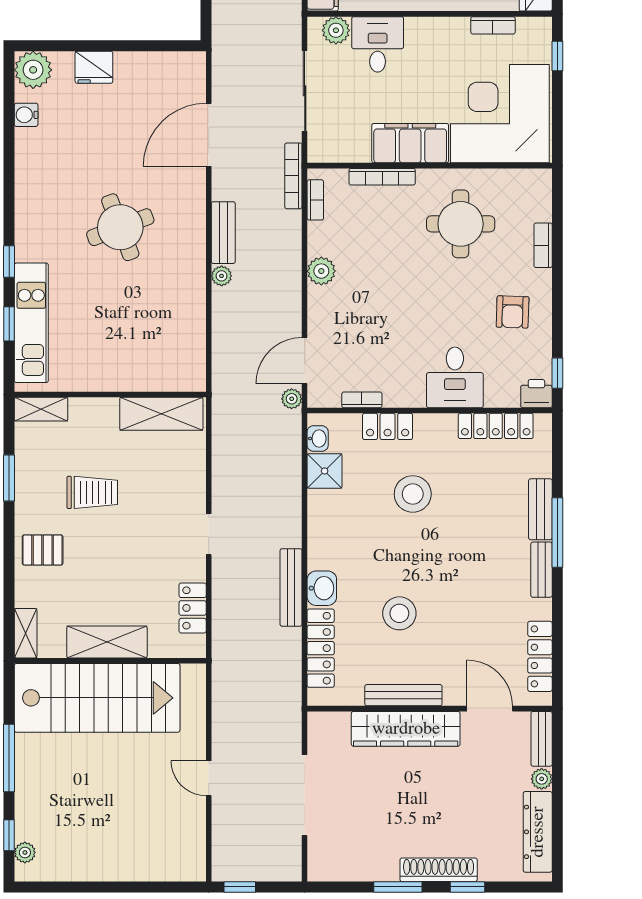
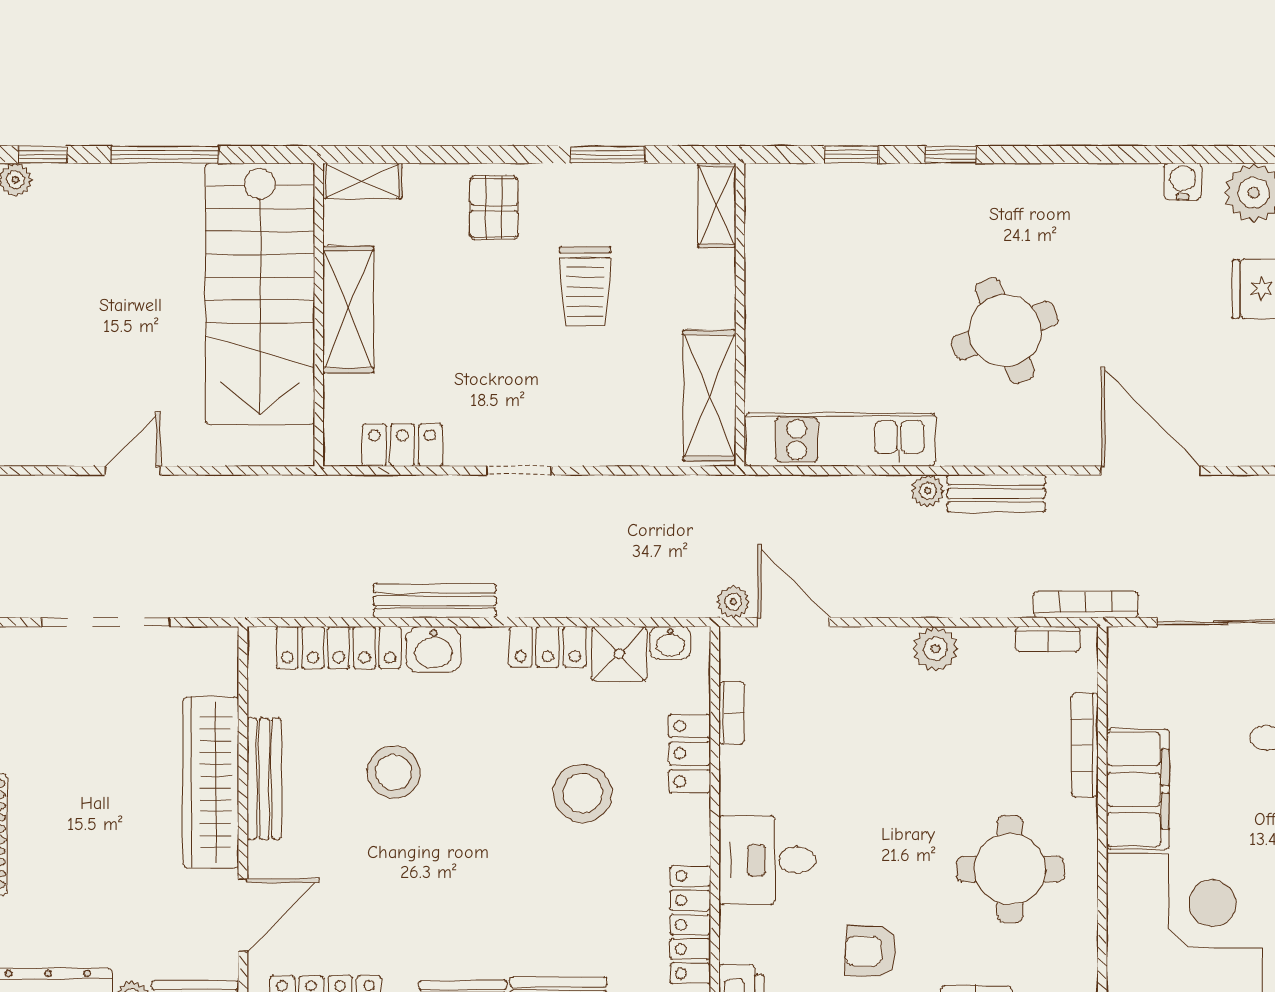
kitchen unit: (31, 323) -> (840, 440), moved, turned 180
locker: (320, 516) -> (548, 647), added

